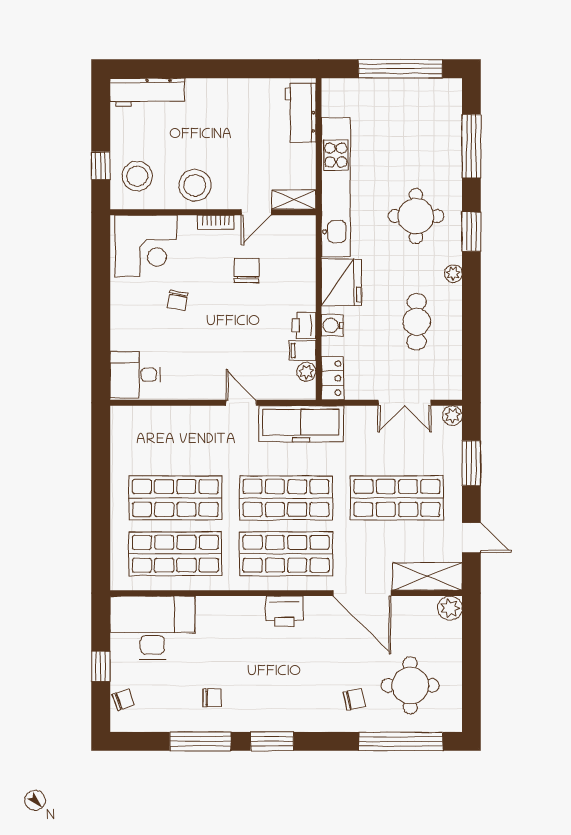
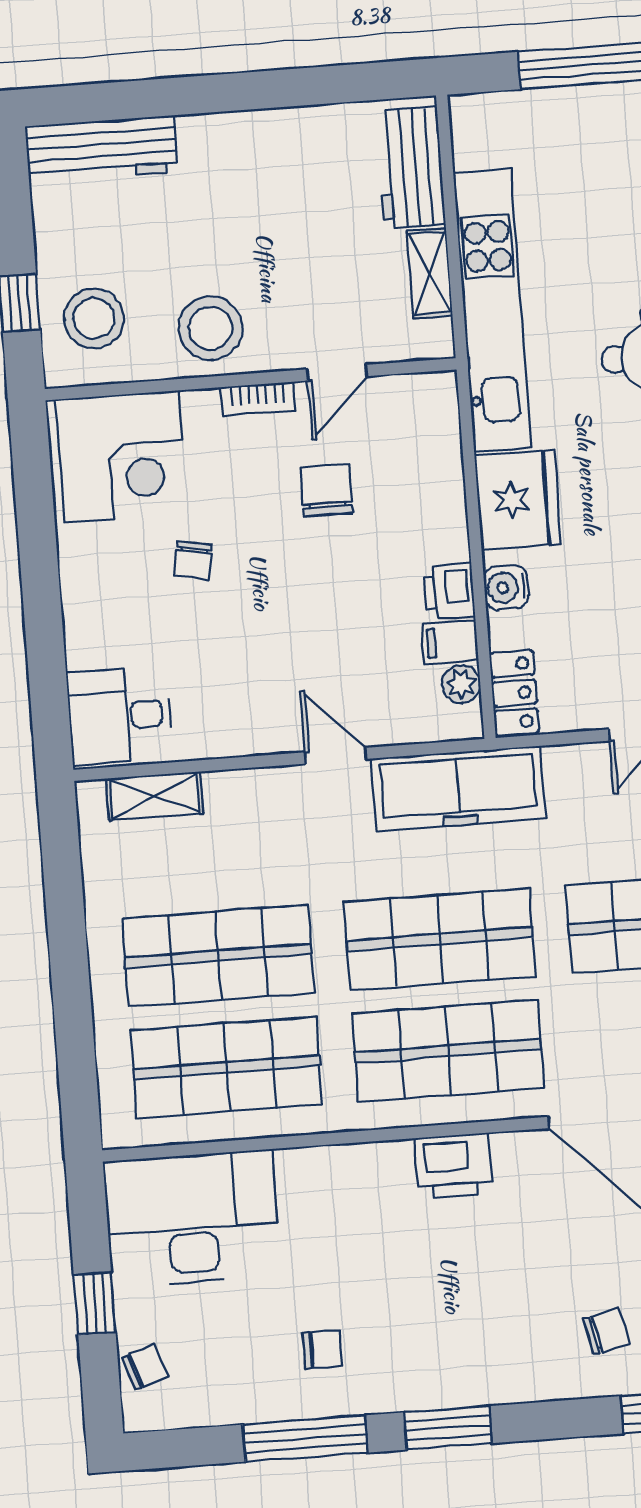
shelving: (294, 200) -> (430, 273), moved, turned 90
shelving: (150, 416) -> (155, 796), added

